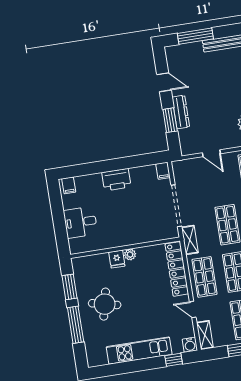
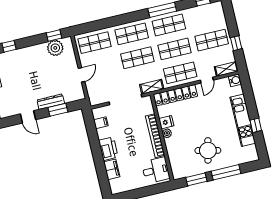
door: (164, 82) -> (28, 117), swing flipped
filing cabinet: (163, 171) -> (101, 123), moved
filing cabinet: (69, 185) -> (112, 169), moved, width x2.00
desk: (80, 222) -> (156, 170), moved, turned -90
bookcase: (128, 239) -> (155, 136), added
fridge: (117, 259) -> (166, 122), moved
window: (174, 360) -> (256, 125), moved

